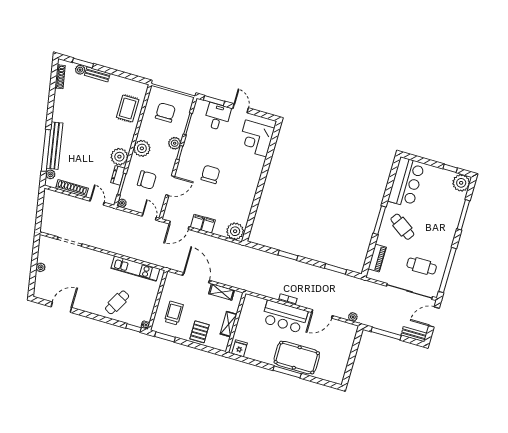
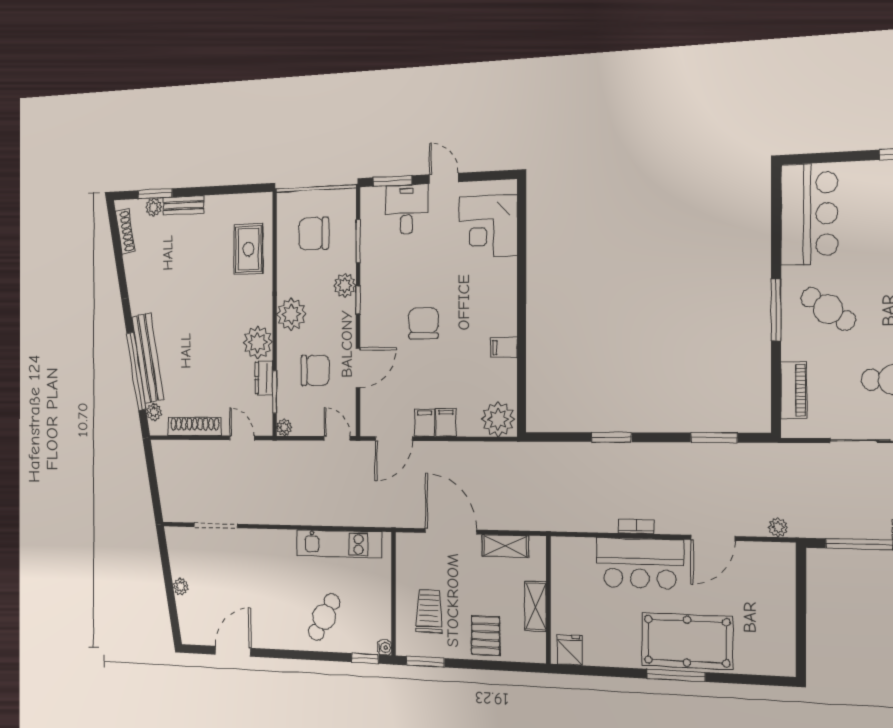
chair: (165, 113) -> (314, 234), turned -90
filing cabinet: (248, 198) -> (504, 347), added

